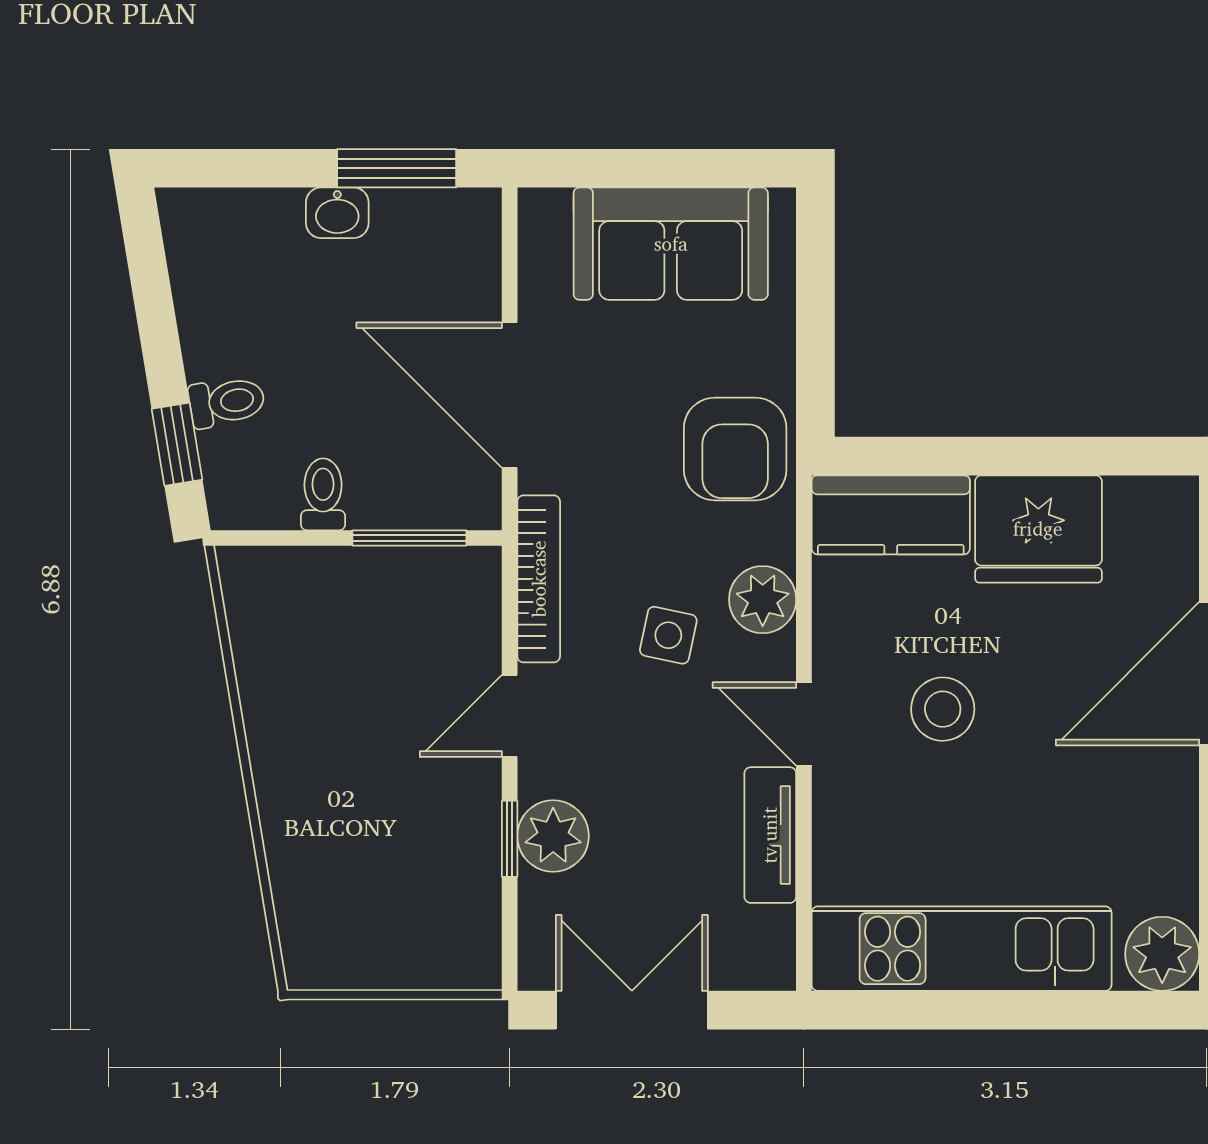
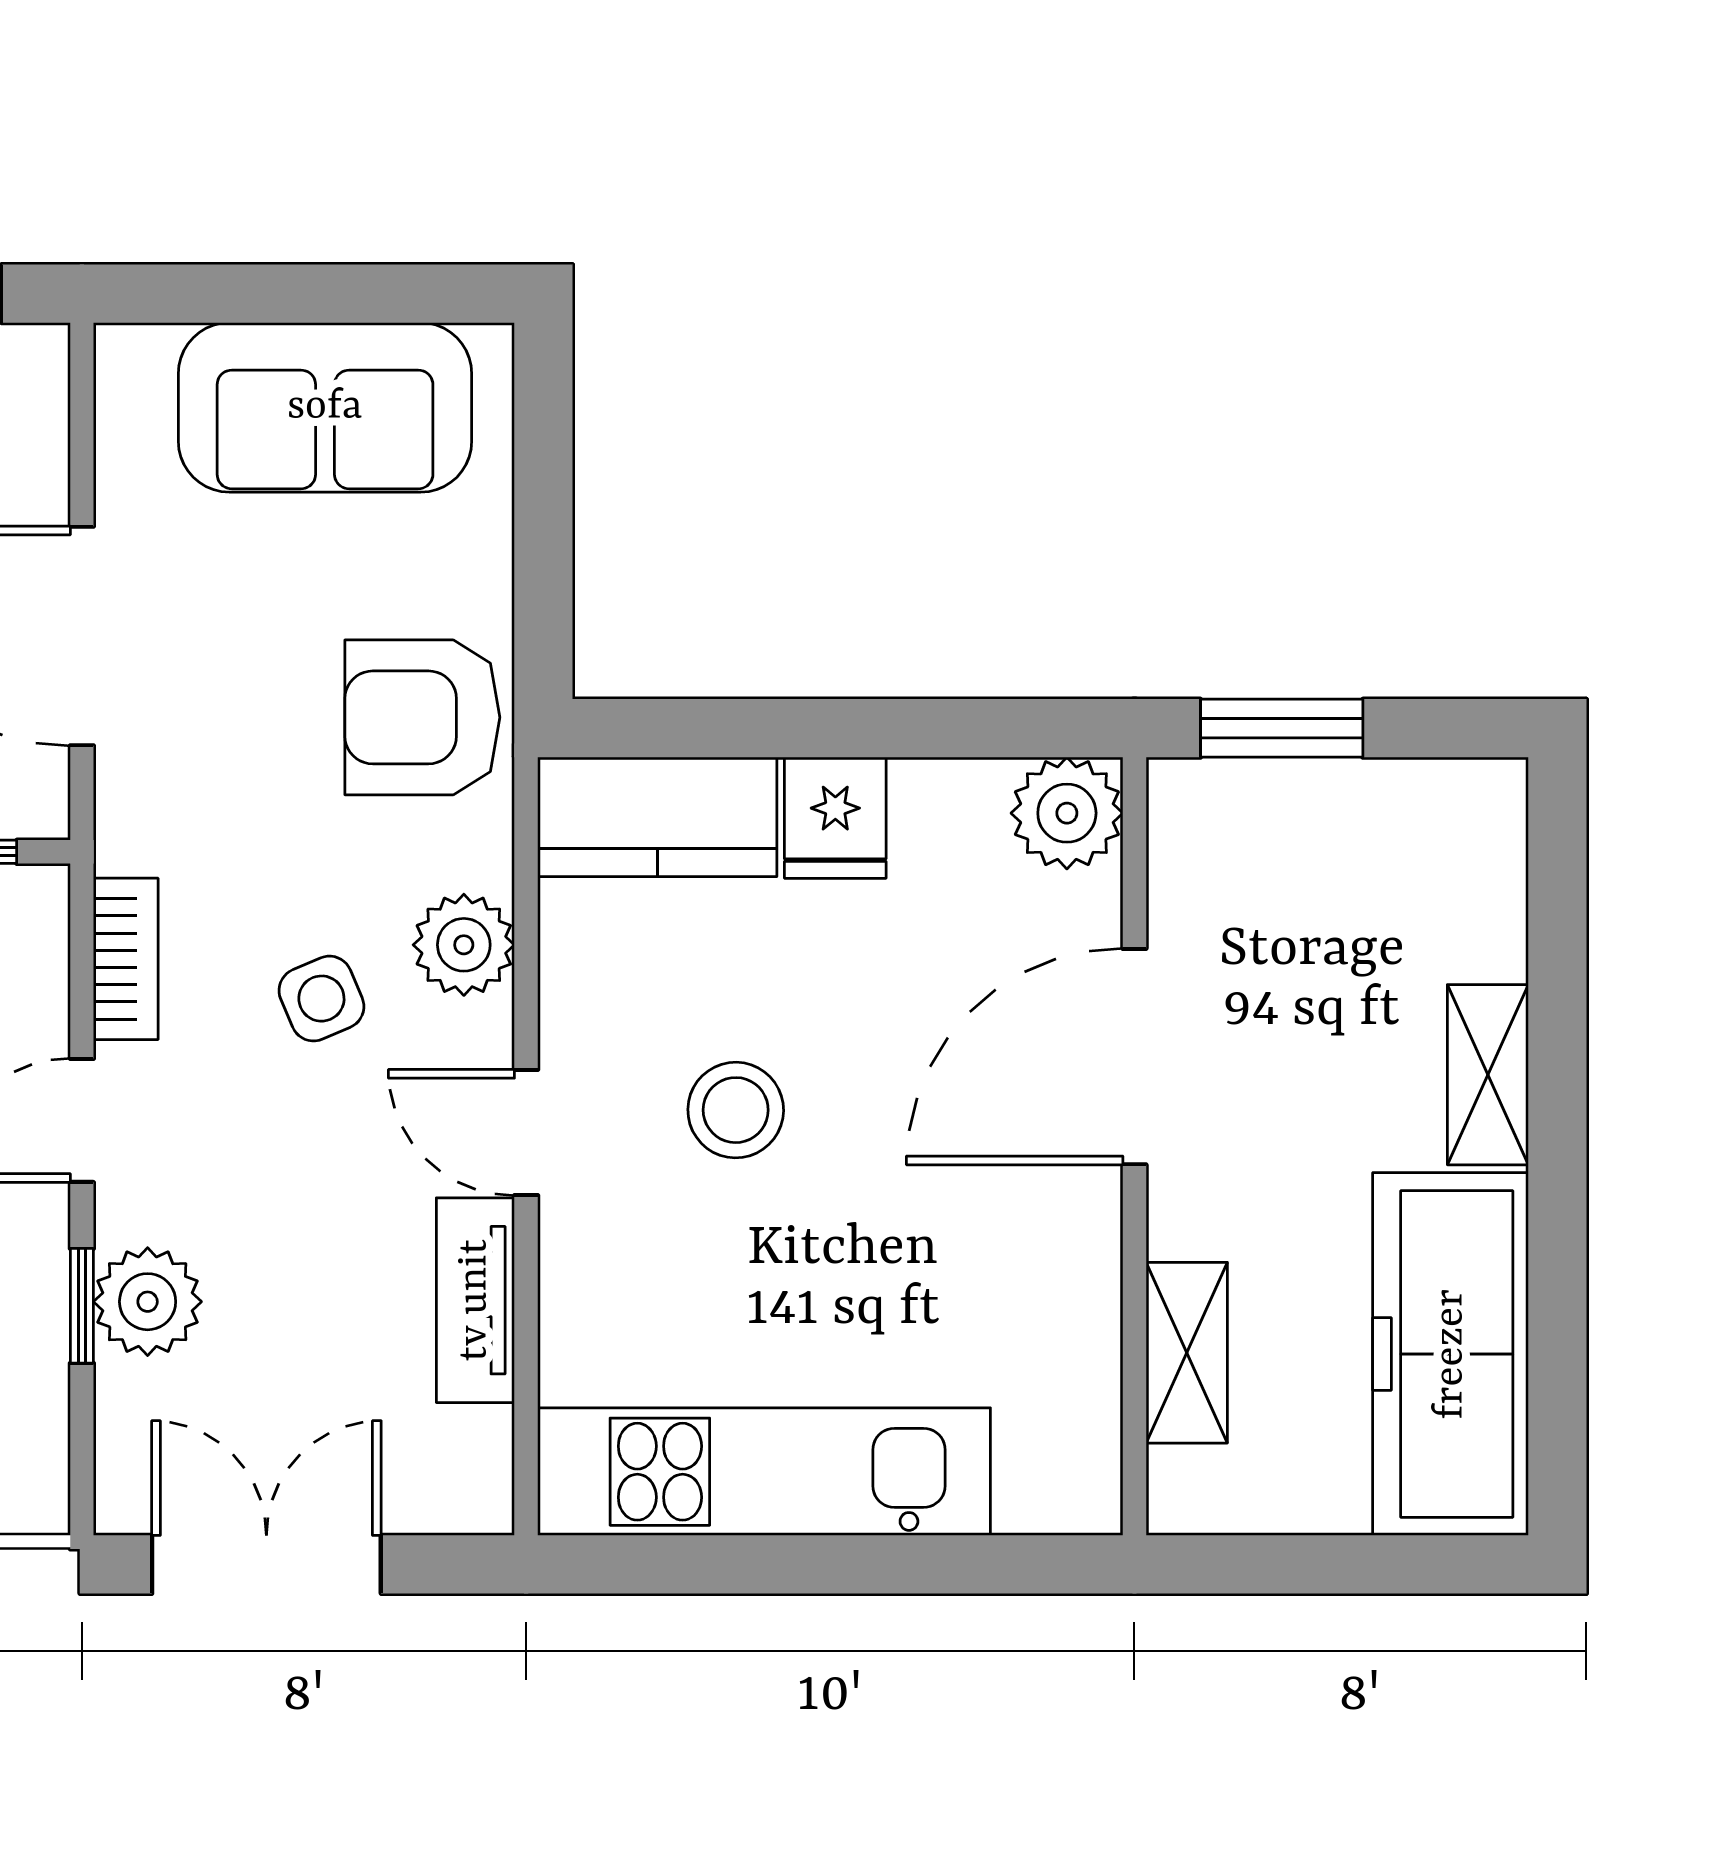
armchair: (735, 449) -> (422, 717), turned 90
fridge: (1038, 529) -> (835, 818), width x0.53, depth x0.75
bookcase: (539, 579) -> (126, 959), width x0.64
side table: (668, 635) -> (321, 999), turned -35
plant: (1162, 954) -> (1067, 813), moved

